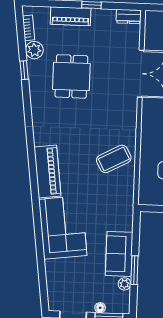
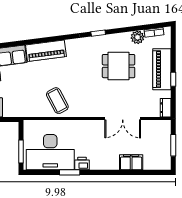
piano: (71, 16) -> (162, 69), width x1.37, depth x1.33
window: (24, 70) -> (98, 33), moved

